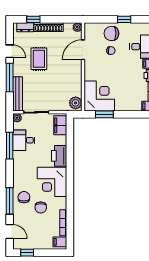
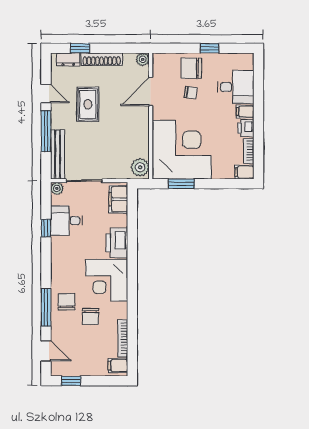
corner desk: (99, 96) -> (182, 150), width x1.36, depth x1.36
window: (10, 146) -> (46, 228), width x0.46

